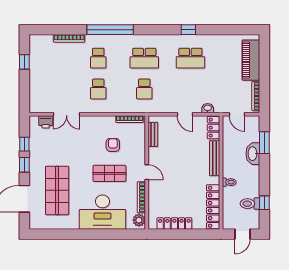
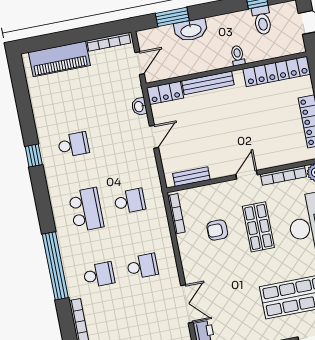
school desk: (190, 58) -> (73, 145), width x0.54

